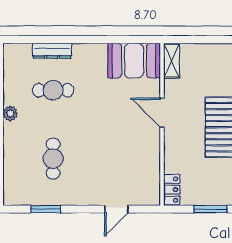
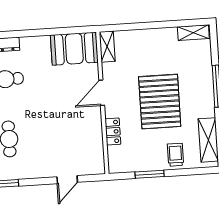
door: (162, 113) -> (102, 93), hinge flipped
locker: (172, 190) -> (113, 132), moved

